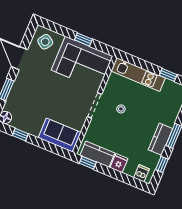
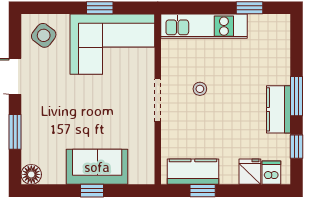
window: (20, 135) -> (92, 191), moved
sofa: (60, 135) -> (97, 167), moved
window: (88, 163) -> (203, 191), moved
fridge: (119, 163) -> (250, 172), moved

